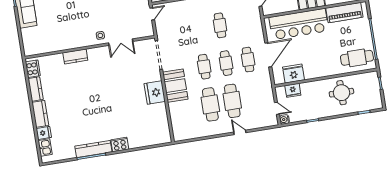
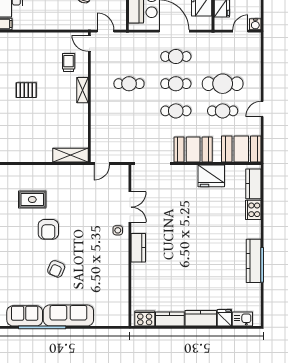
door: (152, 14) -> (102, 163), swing flipped
kitchen counter: (75, 56) -> (138, 248), moved
fridge: (155, 93) -> (211, 176), moved
cafe table: (210, 104) -> (223, 111), width x0.73, depth x0.74
booth: (182, 124) -> (241, 149), added
door: (240, 132) -> (262, 109), moved
kitchen counter: (155, 139) -> (253, 184), added
cooker: (120, 144) -> (253, 210), moved

